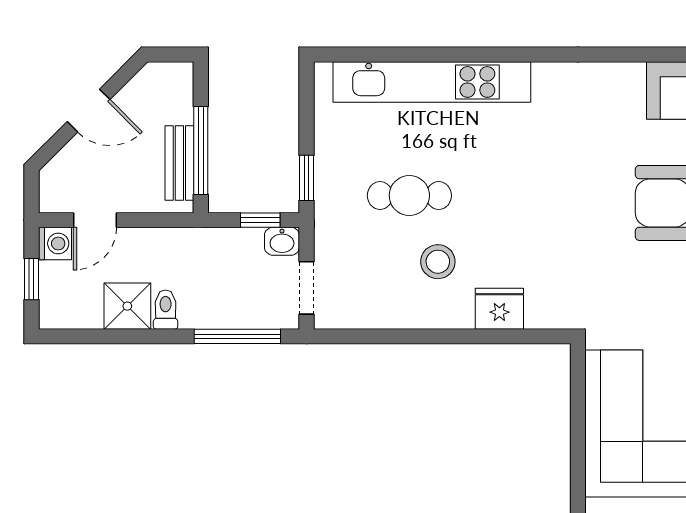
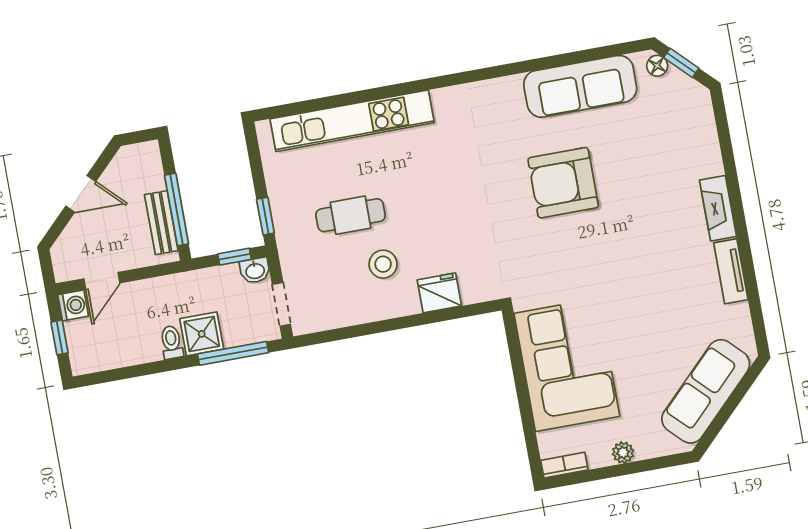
shower: (127, 306) -> (202, 334), moved

